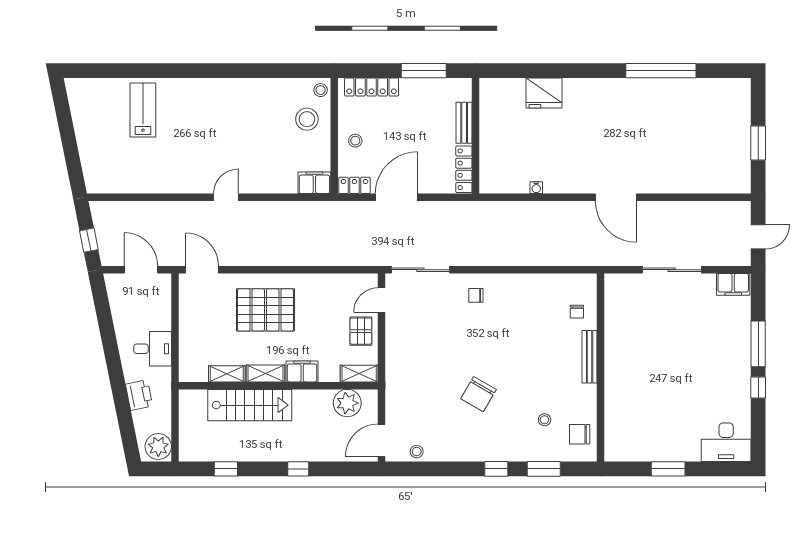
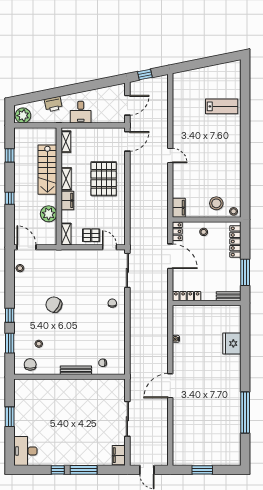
bench: (464, 123) -> (229, 296), moved
shelving: (227, 374) -> (66, 142), moved
plant: (347, 403) -> (49, 214), moved

